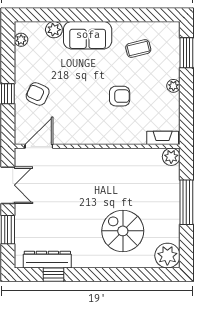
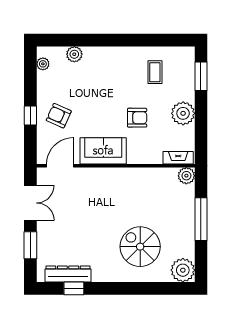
sofa: (88, 35) -> (103, 151), moved, turned 180
coffee table: (138, 49) -> (155, 72), turned -76
plant: (173, 86) -> (183, 113), width x1.88, depth x1.88

